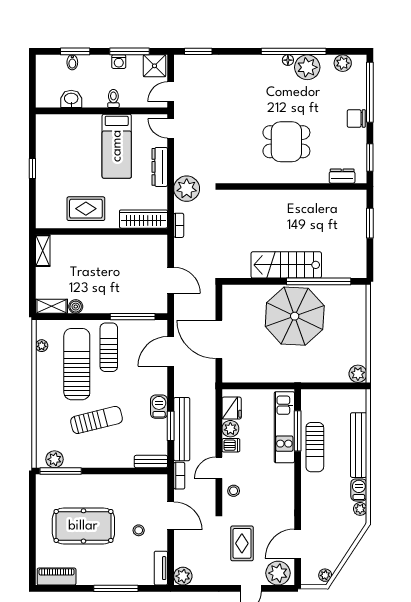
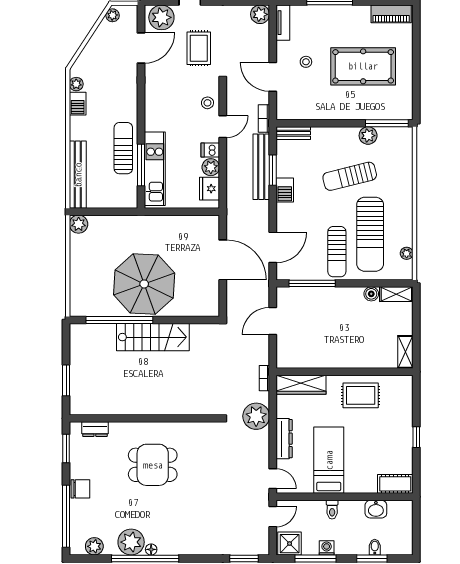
cot: (53, 123) -> (395, 484), added
door: (171, 280) -> (273, 321), hinge flipped
bench: (359, 445) -> (78, 175), moved
plant: (55, 459) -> (368, 136), moved

